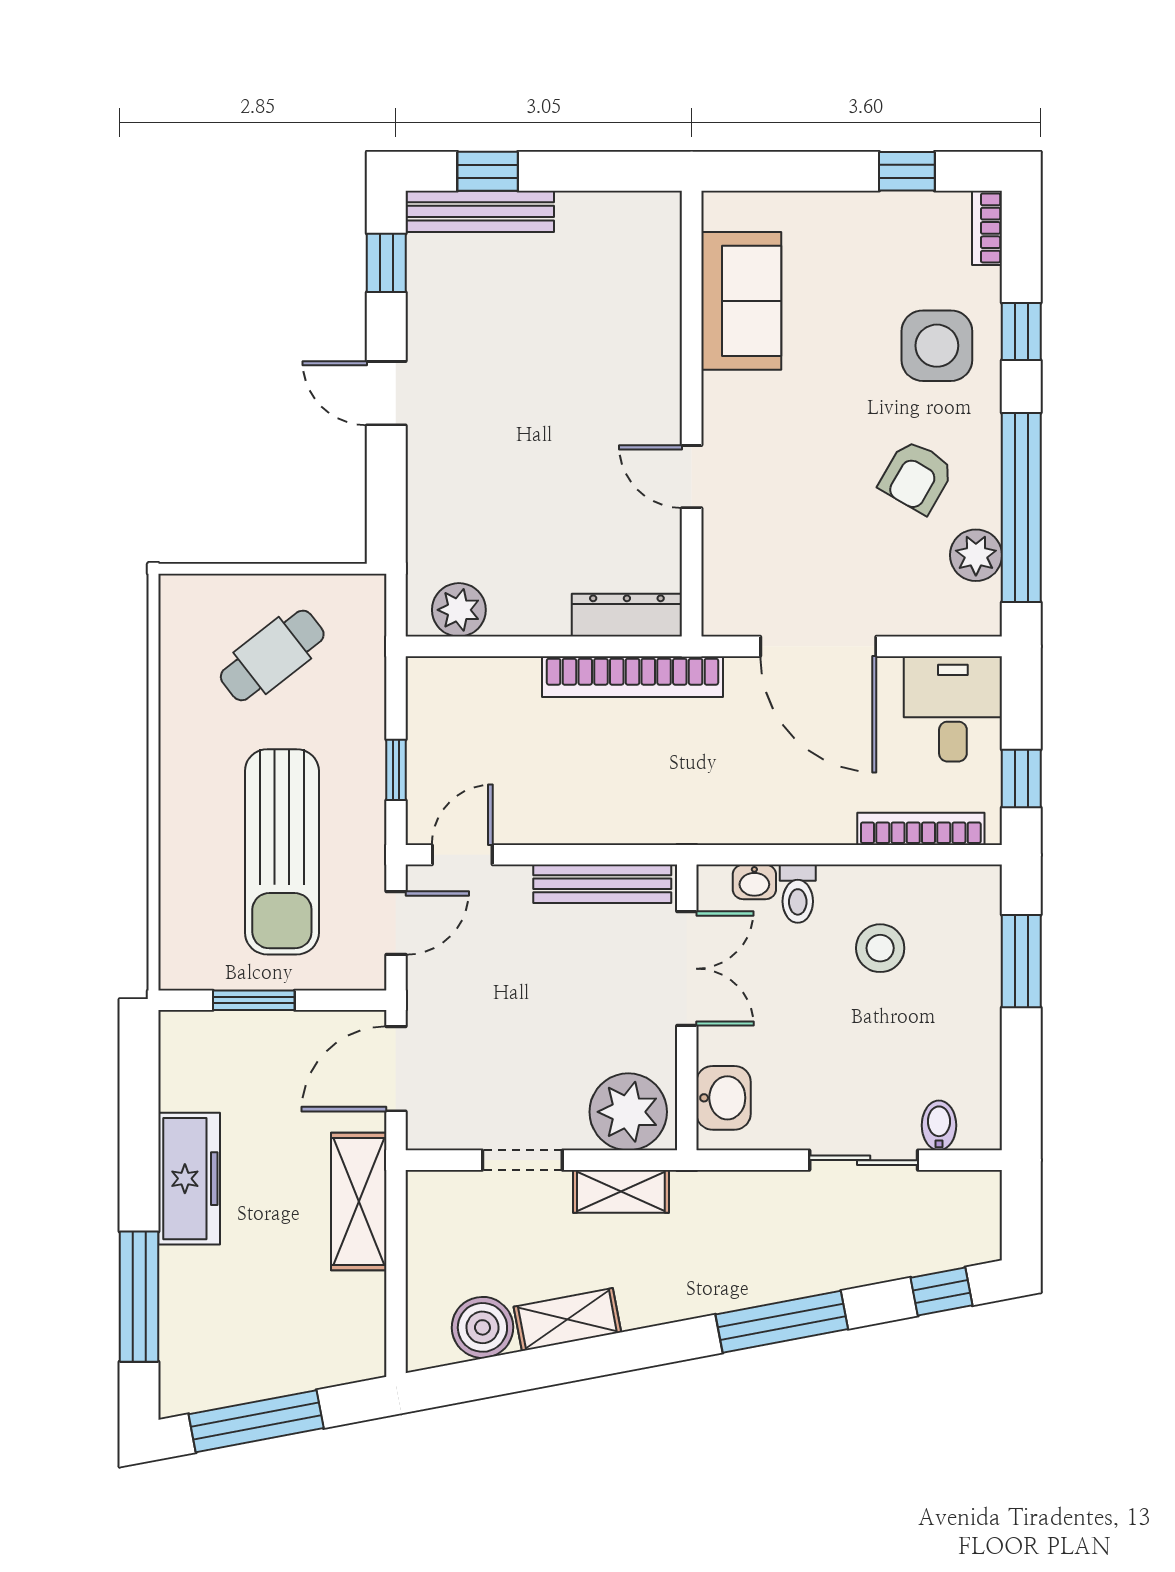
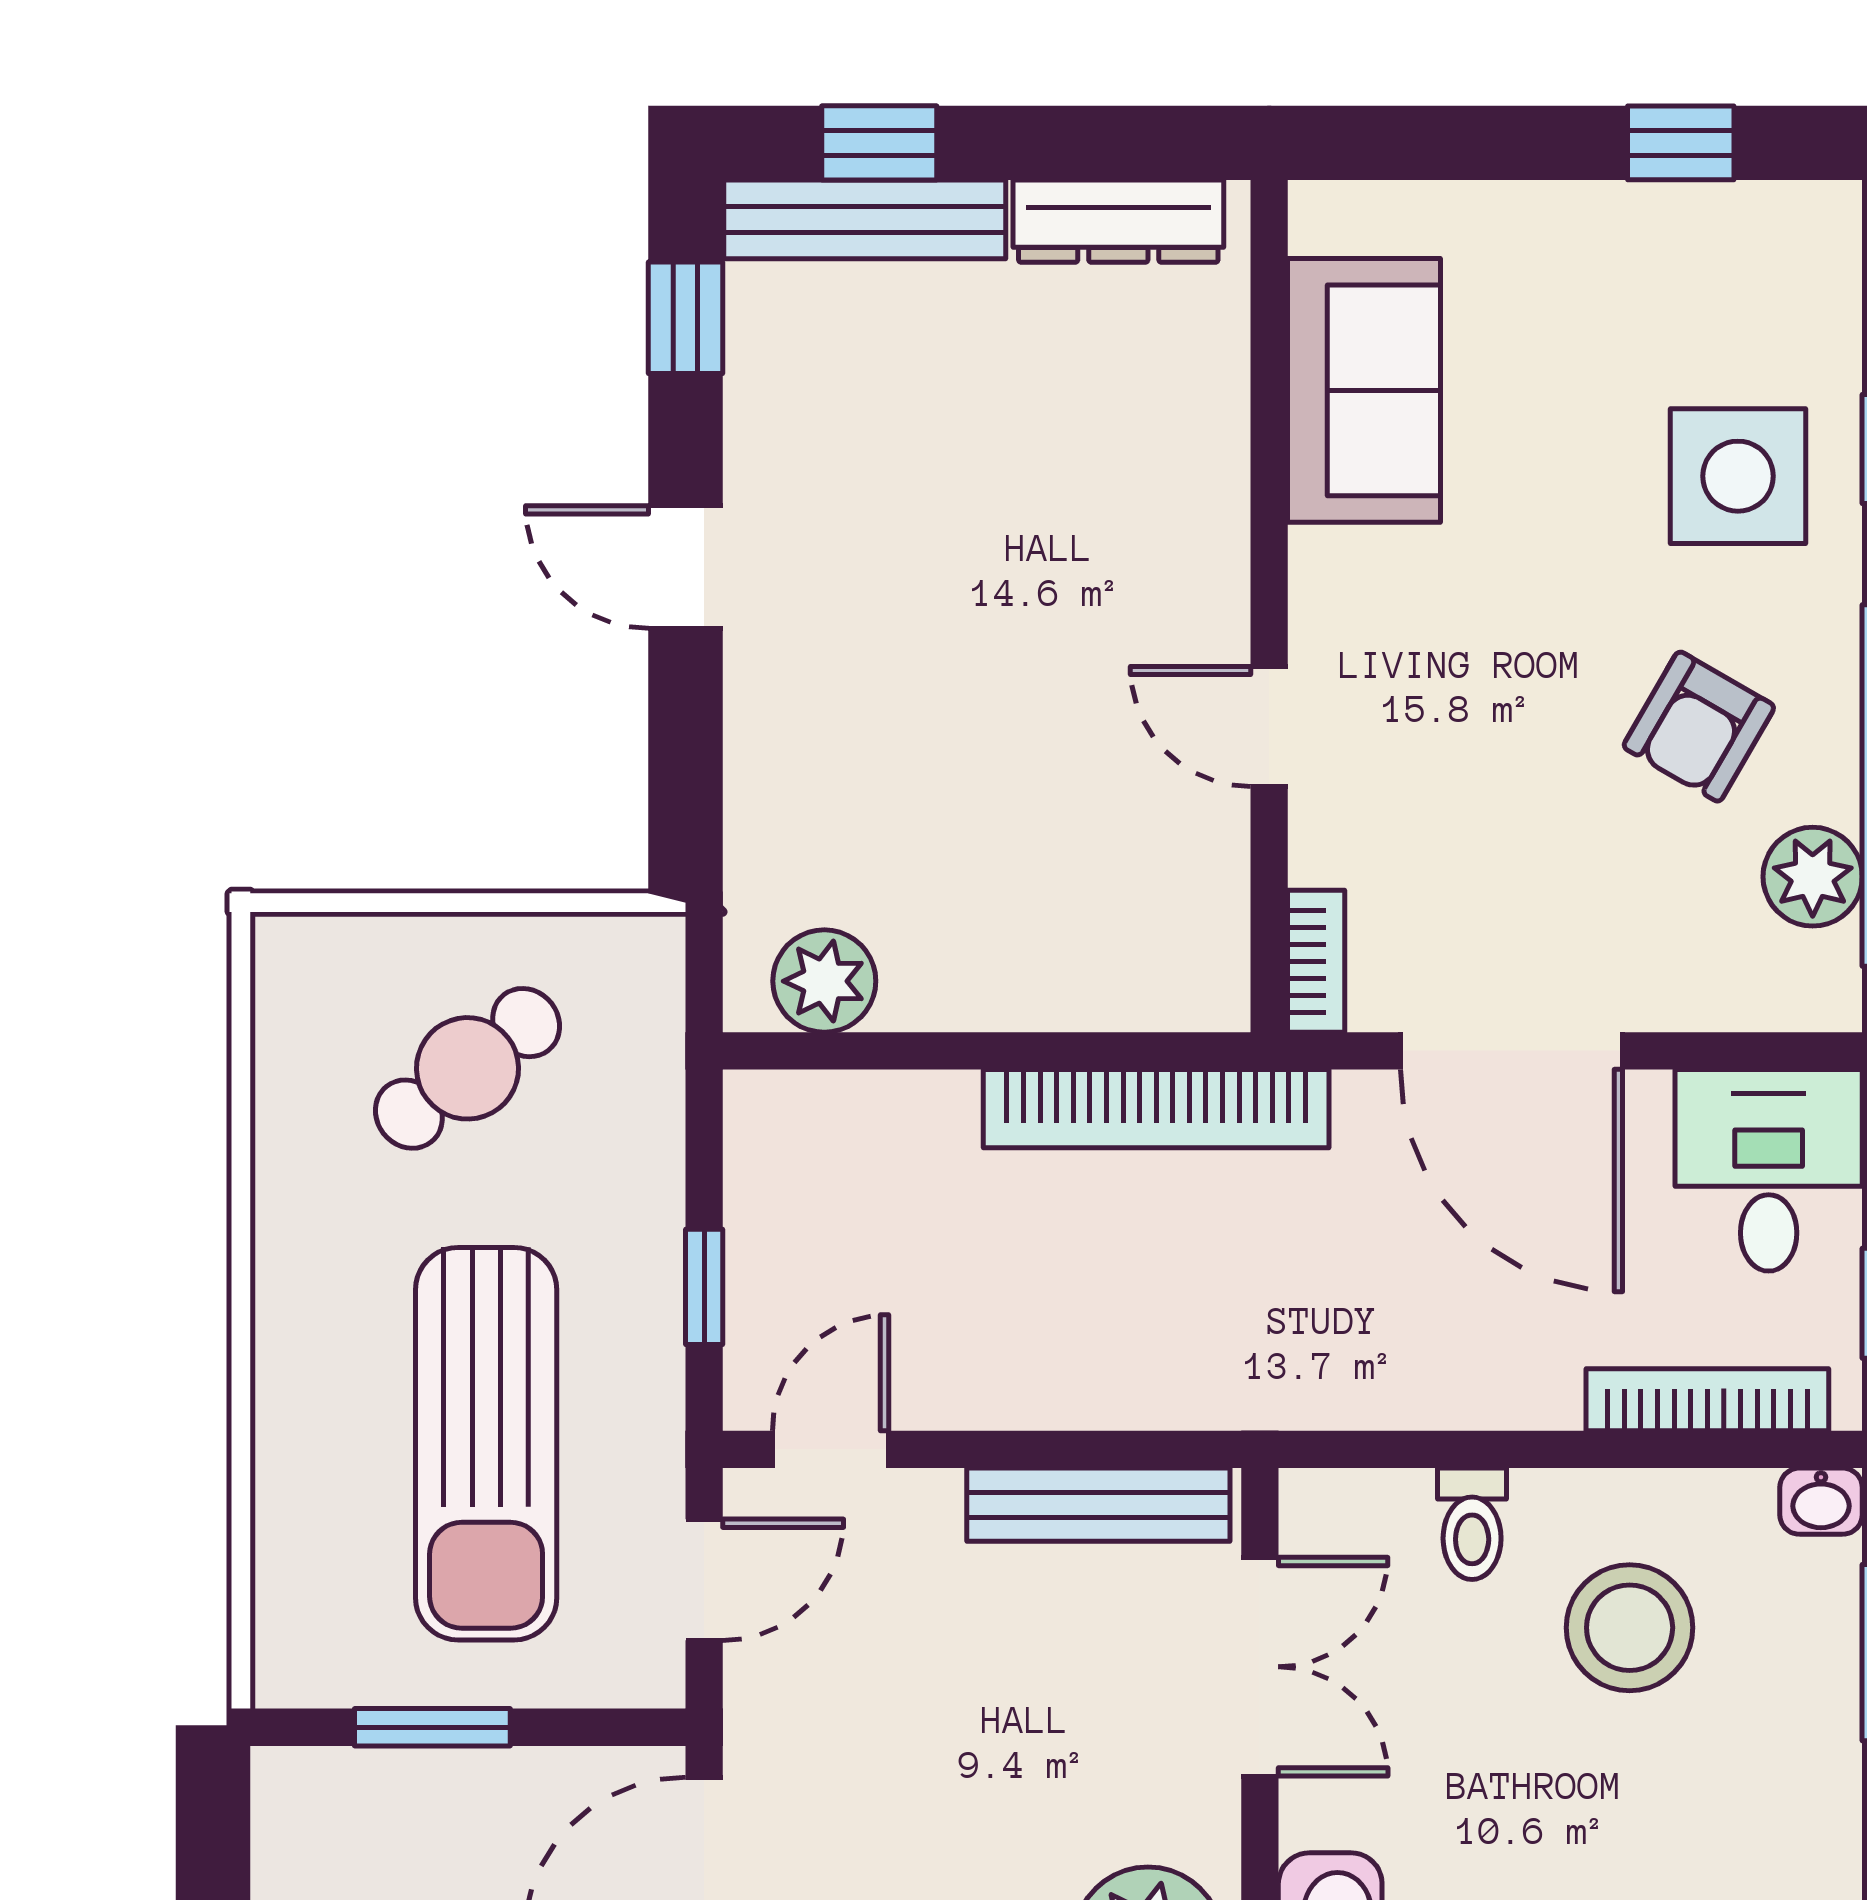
bookcase: (987, 228) -> (1316, 961), moved, turned 180
dresser: (627, 615) -> (1118, 221), moved, turned 180
washbasin: (754, 882) -> (1821, 1501), moved
stool: (880, 948) -> (1630, 1628), width x1.38, depth x1.38

